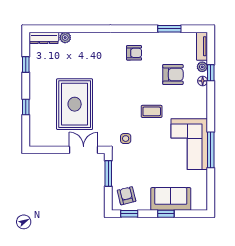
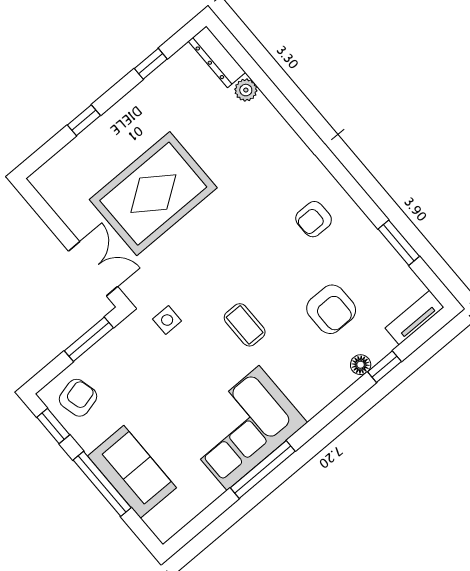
armchair: (134, 53) -> (314, 219), turned 90
plant: (202, 67) -> (382, 345), removed
window: (166, 214) -> (102, 484), width x2.17

